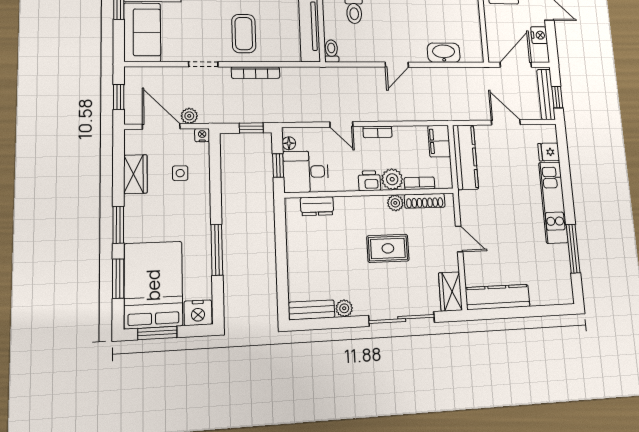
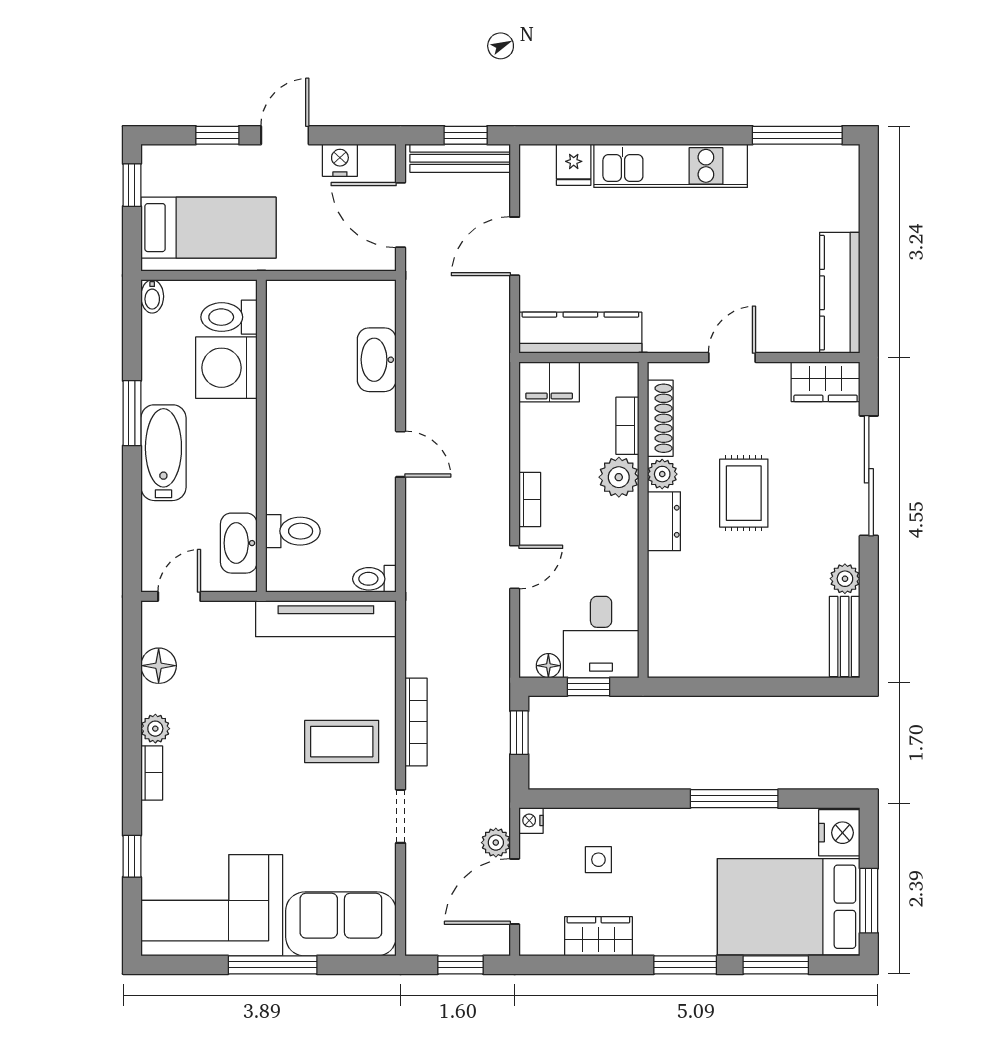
printer: (369, 181) -> (620, 520), removed
dresser: (317, 206) -> (664, 521), moved
window: (573, 249) -> (797, 135), moved

